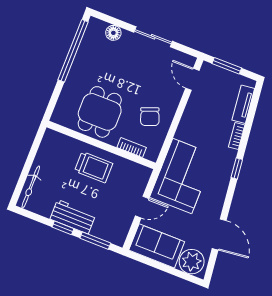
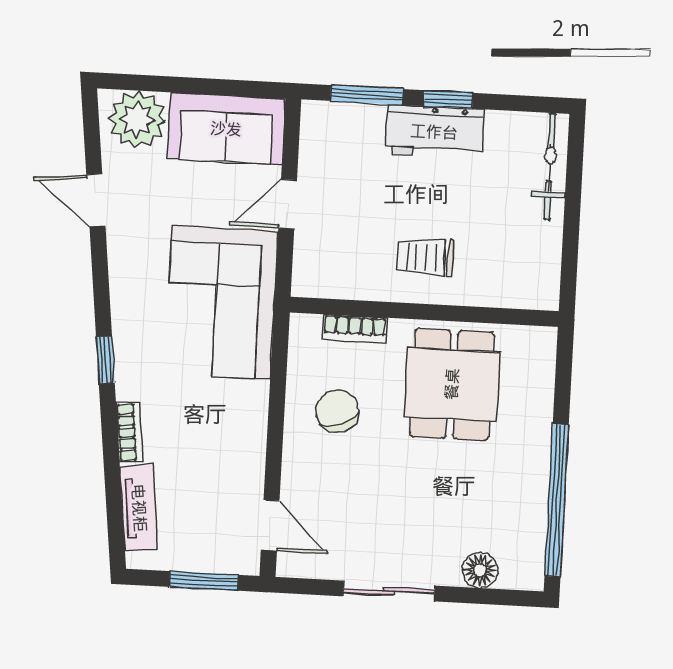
trolley: (94, 167) -> (425, 257), width x0.73, depth x0.72
door: (219, 234) -> (96, 200), width x0.73

